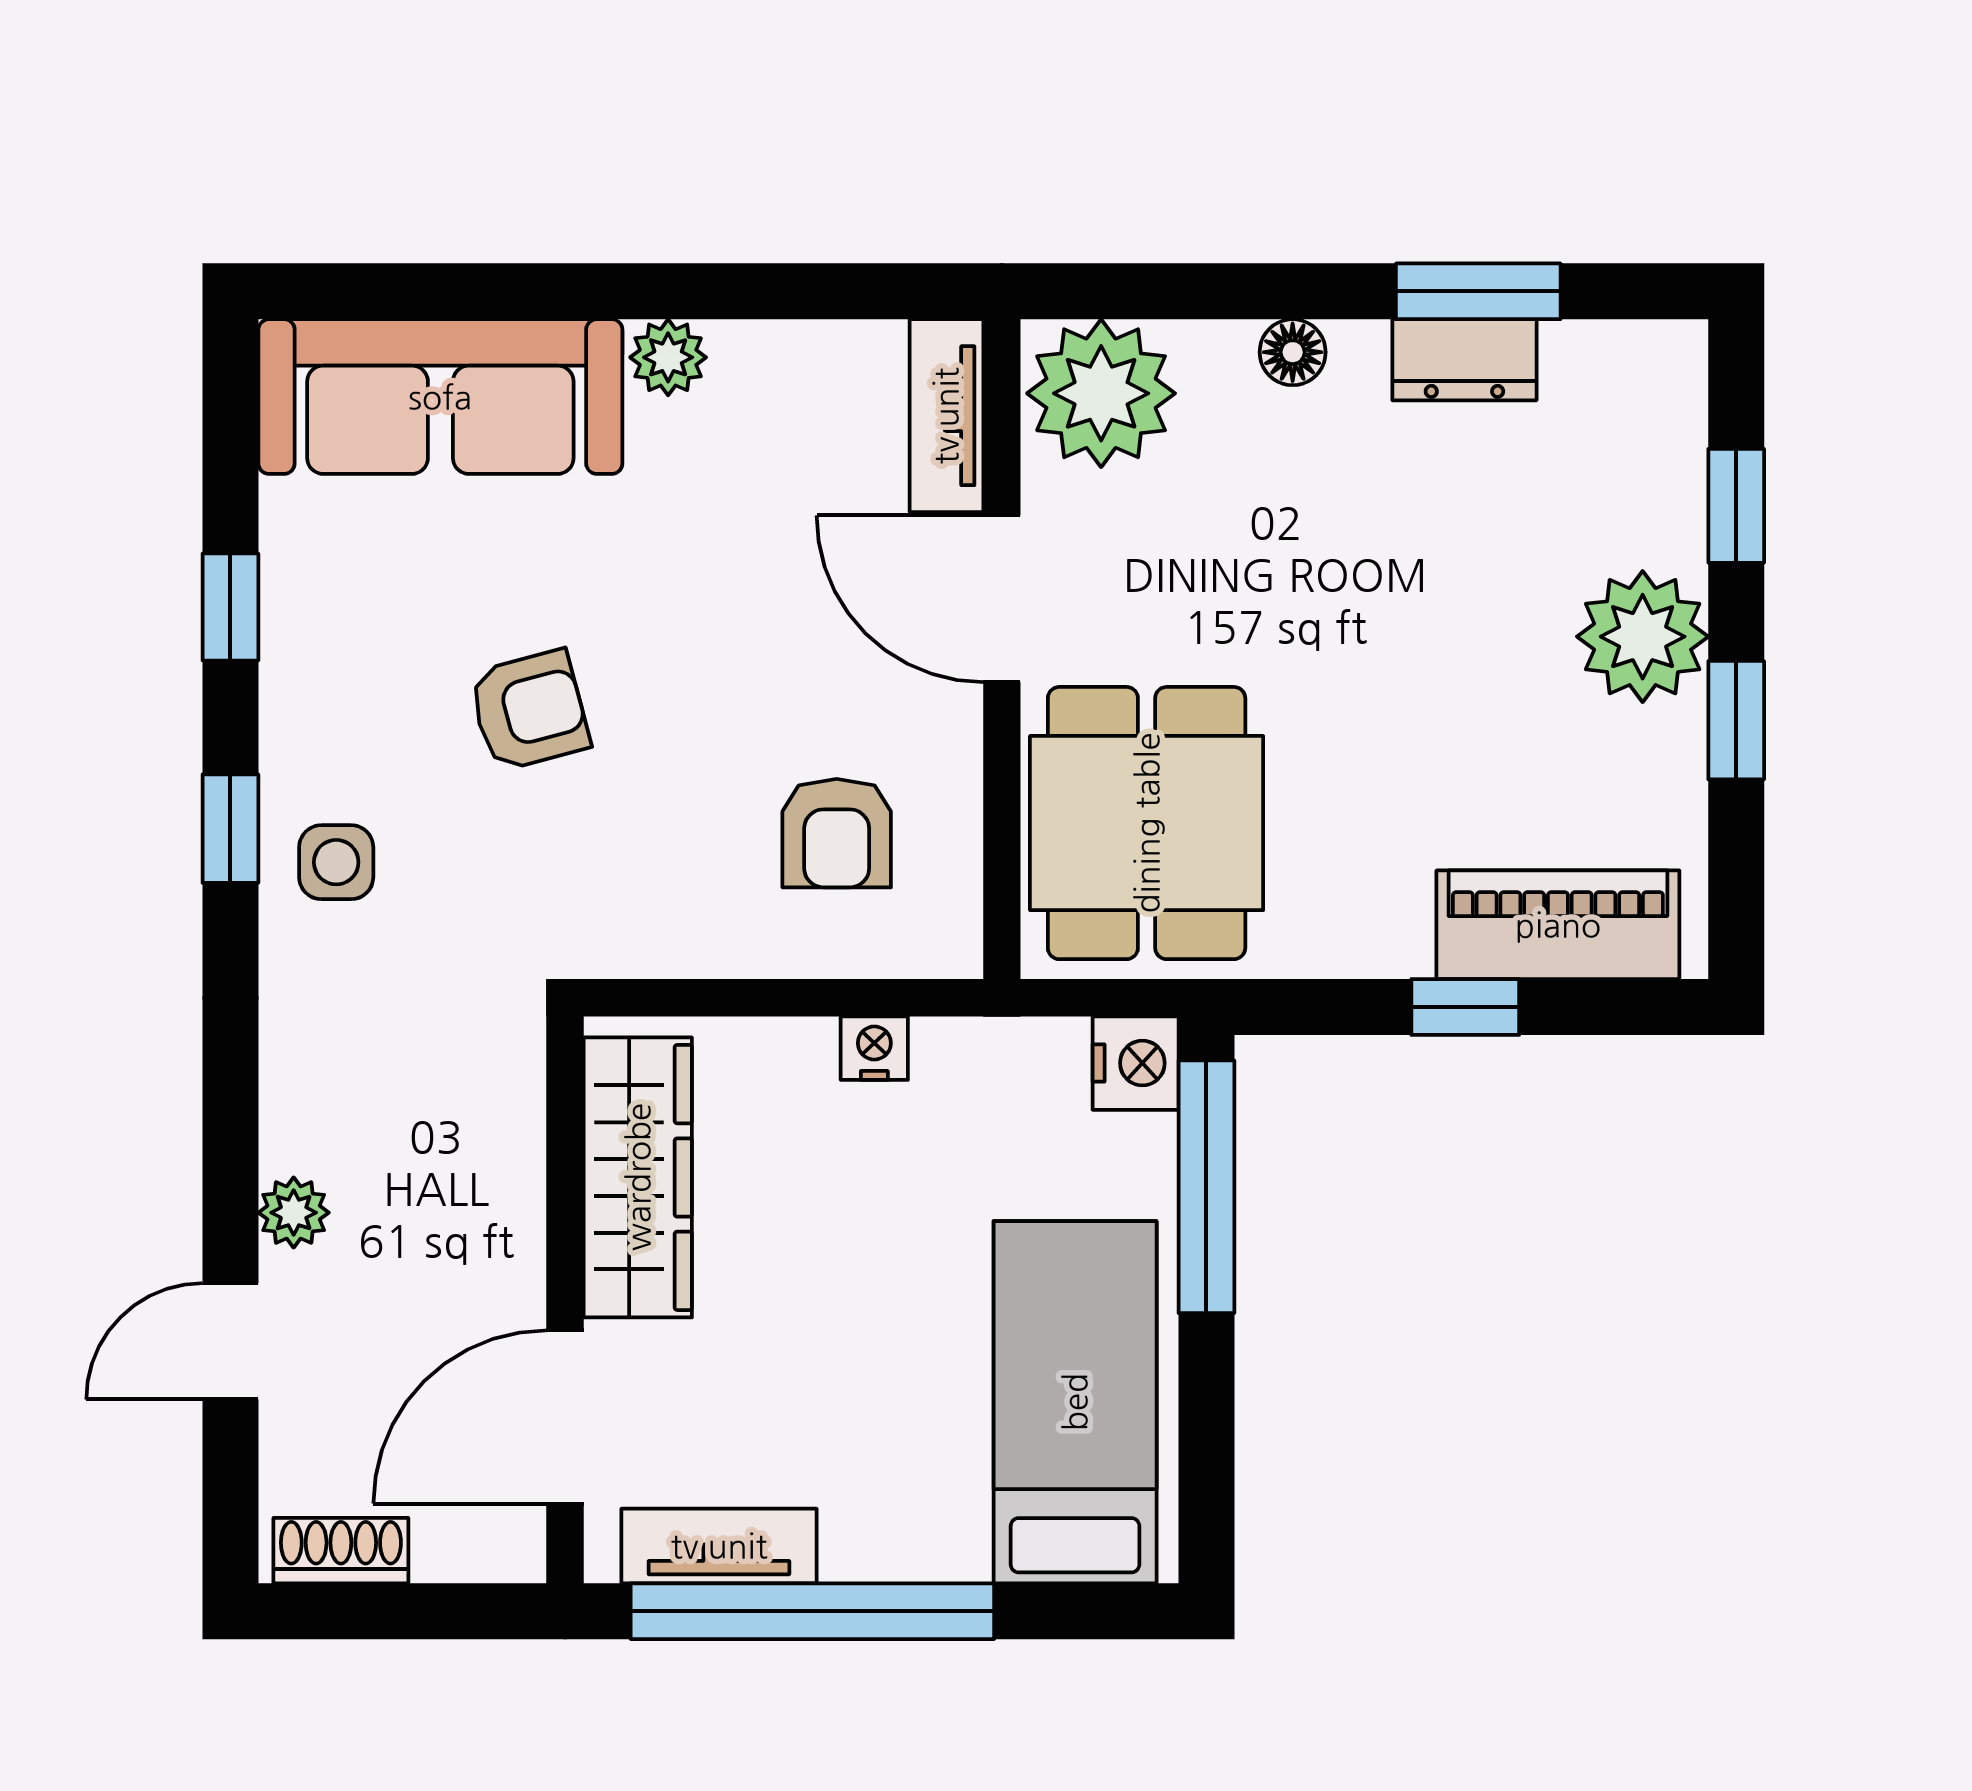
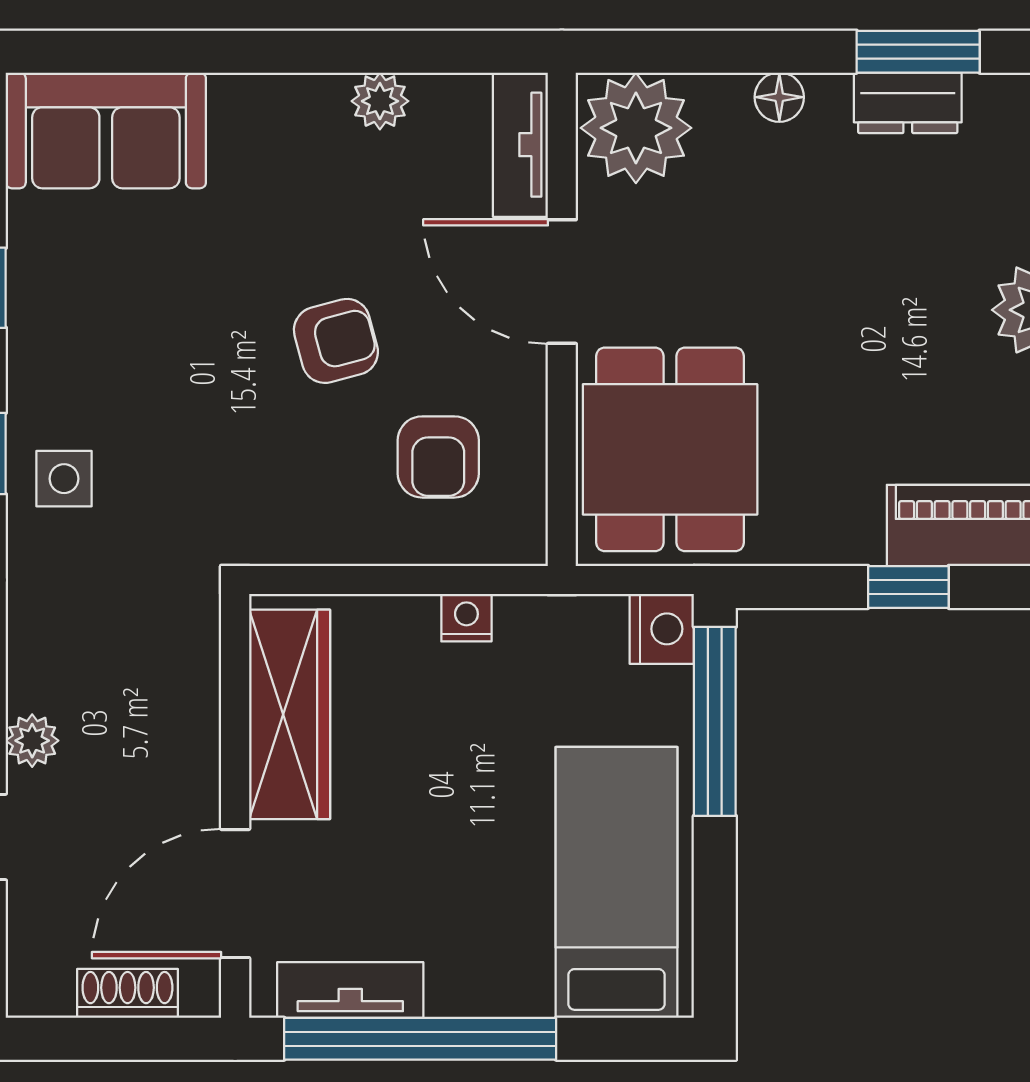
plant: (668, 357) -> (380, 101), moved
sofa: (440, 397) -> (106, 130), width x0.73
armchair: (529, 710) -> (336, 341), moved
shoe rack: (341, 1551) -> (127, 993), moved

